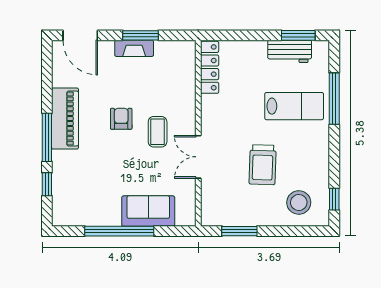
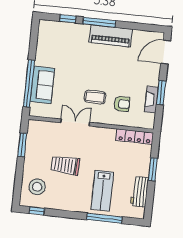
window: (298, 35) -> (153, 169), moved
fireplace: (134, 48) -> (152, 100), moved
armchair: (121, 119) -> (122, 104), moved
window: (119, 231) -> (29, 83), moved

